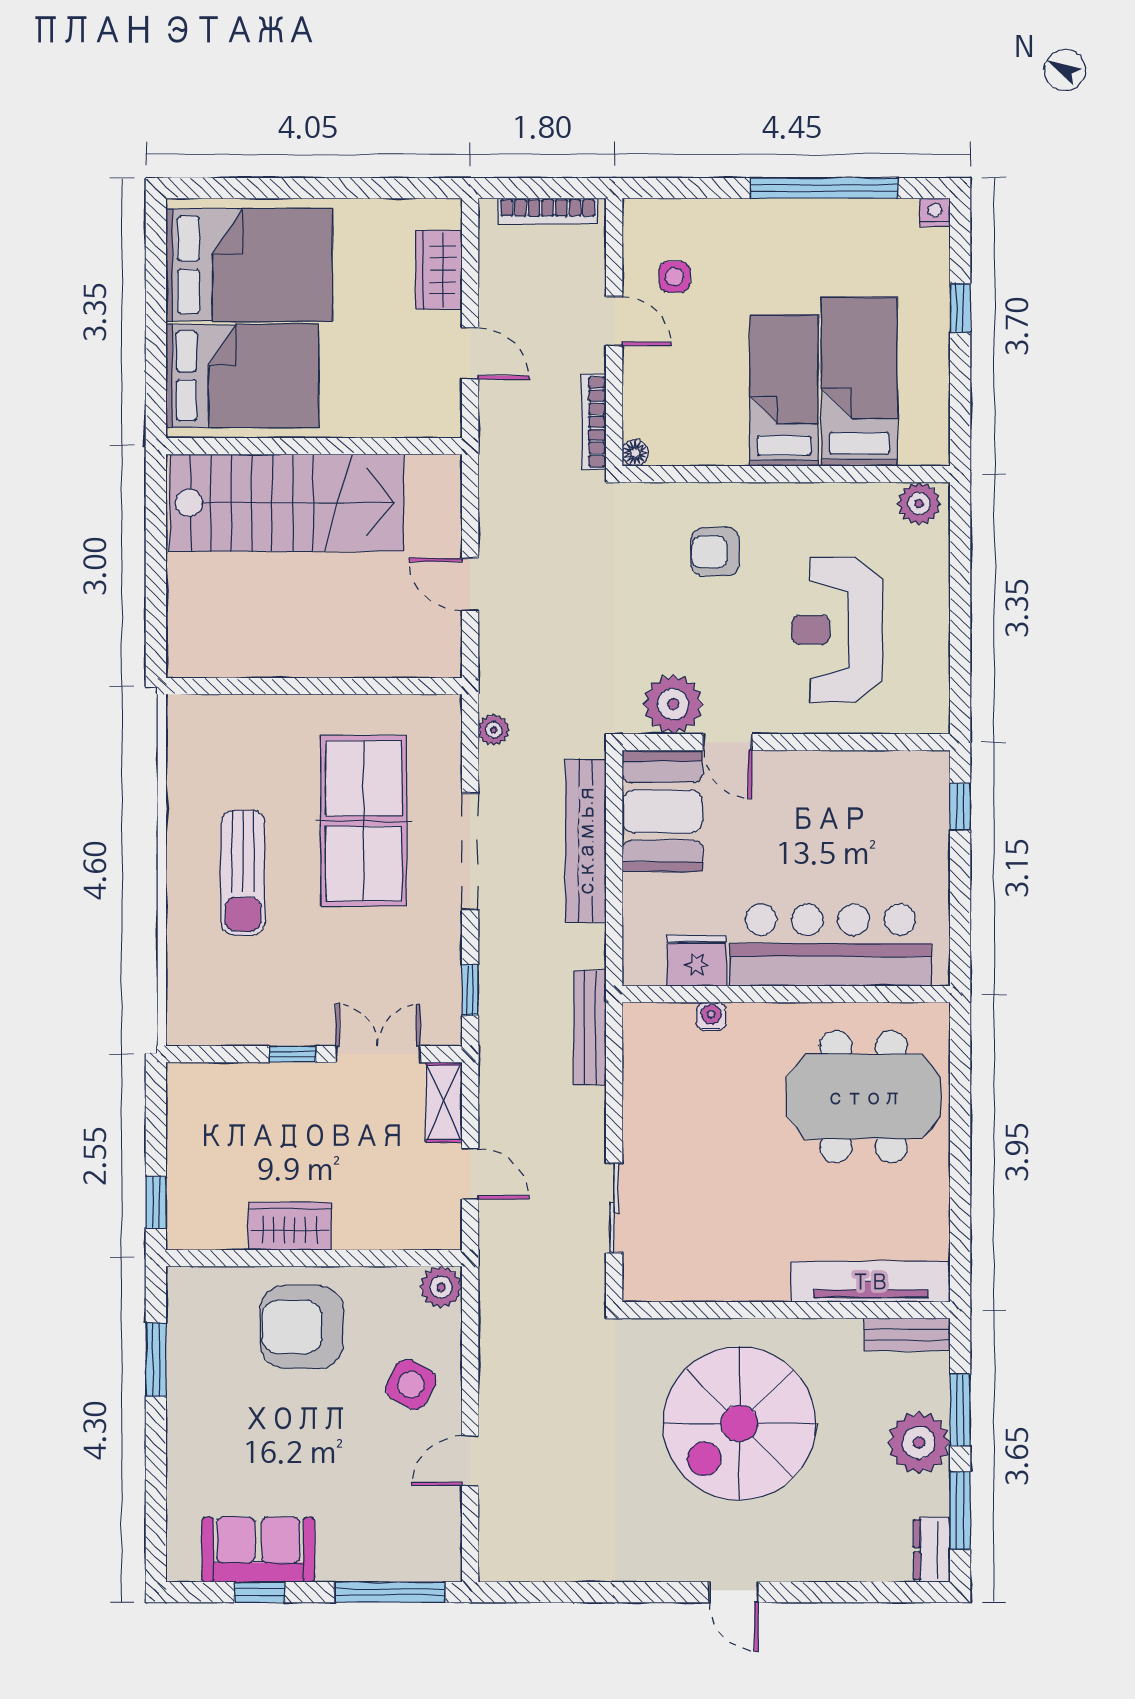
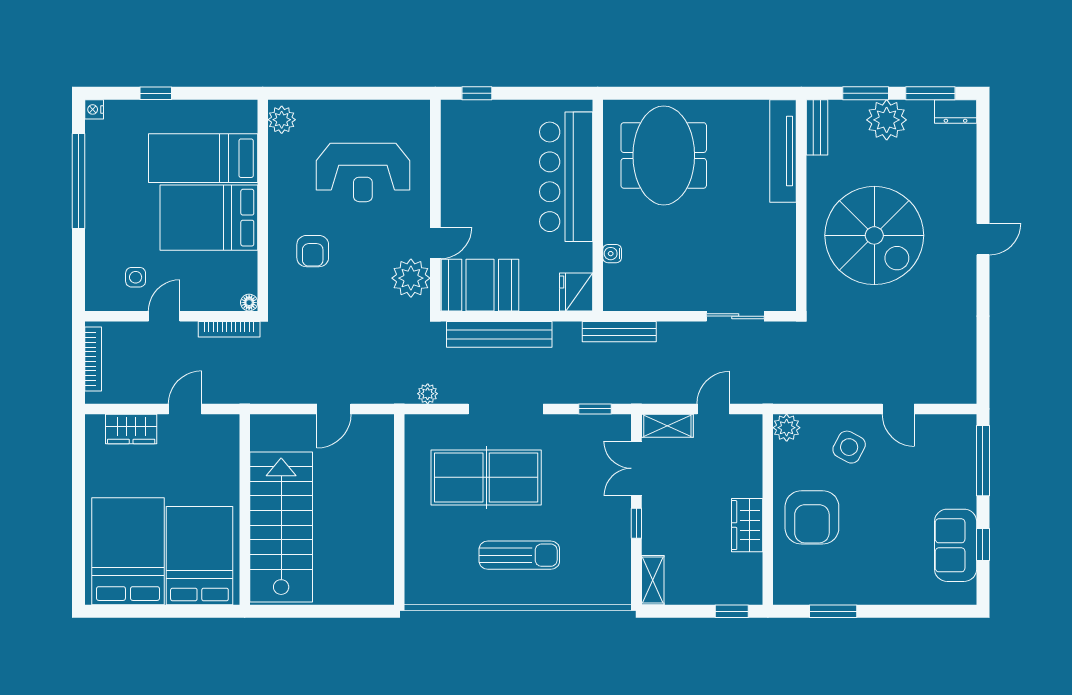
bed: (784, 391) -> (209, 218), width x1.50
fridge: (697, 961) -> (576, 292), moved
shelving: (204, 1079) -> (653, 580), added

